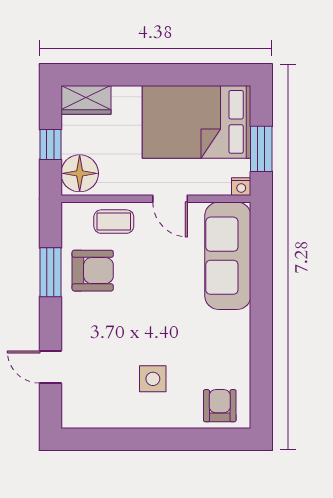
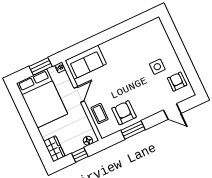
floor lamp: (80, 173) -> (88, 141), width x0.53, depth x0.53
sofa: (228, 256) -> (86, 62), width x0.73
door: (50, 367) -> (172, 112), hinge flipped
armchair: (220, 406) -> (177, 82), moved, turned 90

